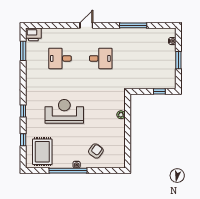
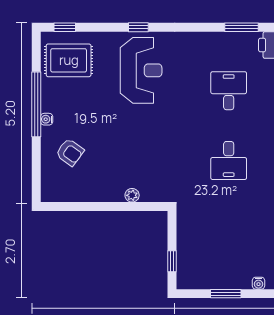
reception desk: (64, 111) -> (141, 70), moved
window: (23, 140) -> (65, 27), moved

